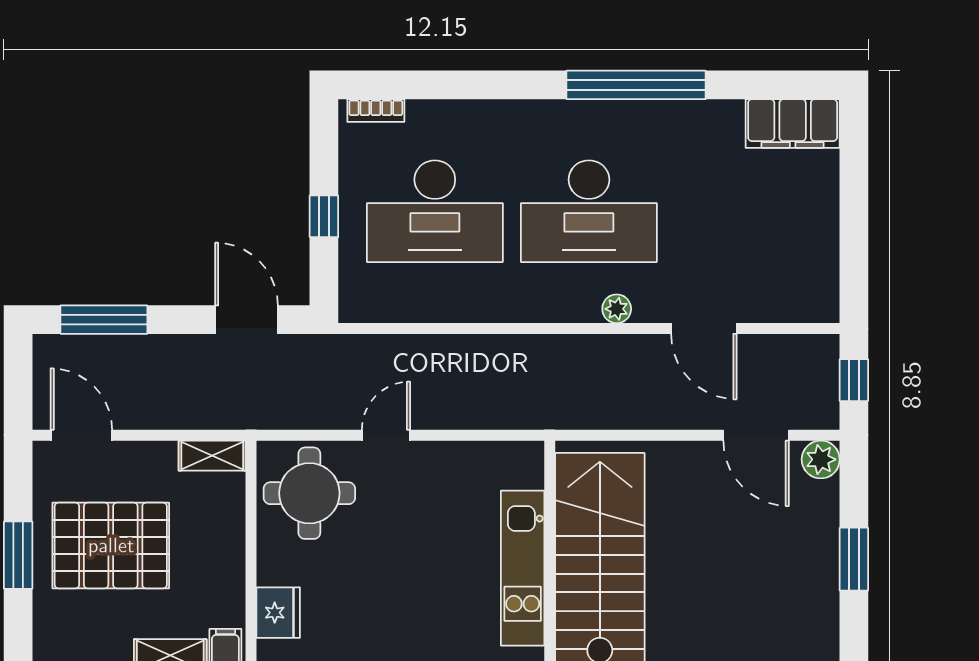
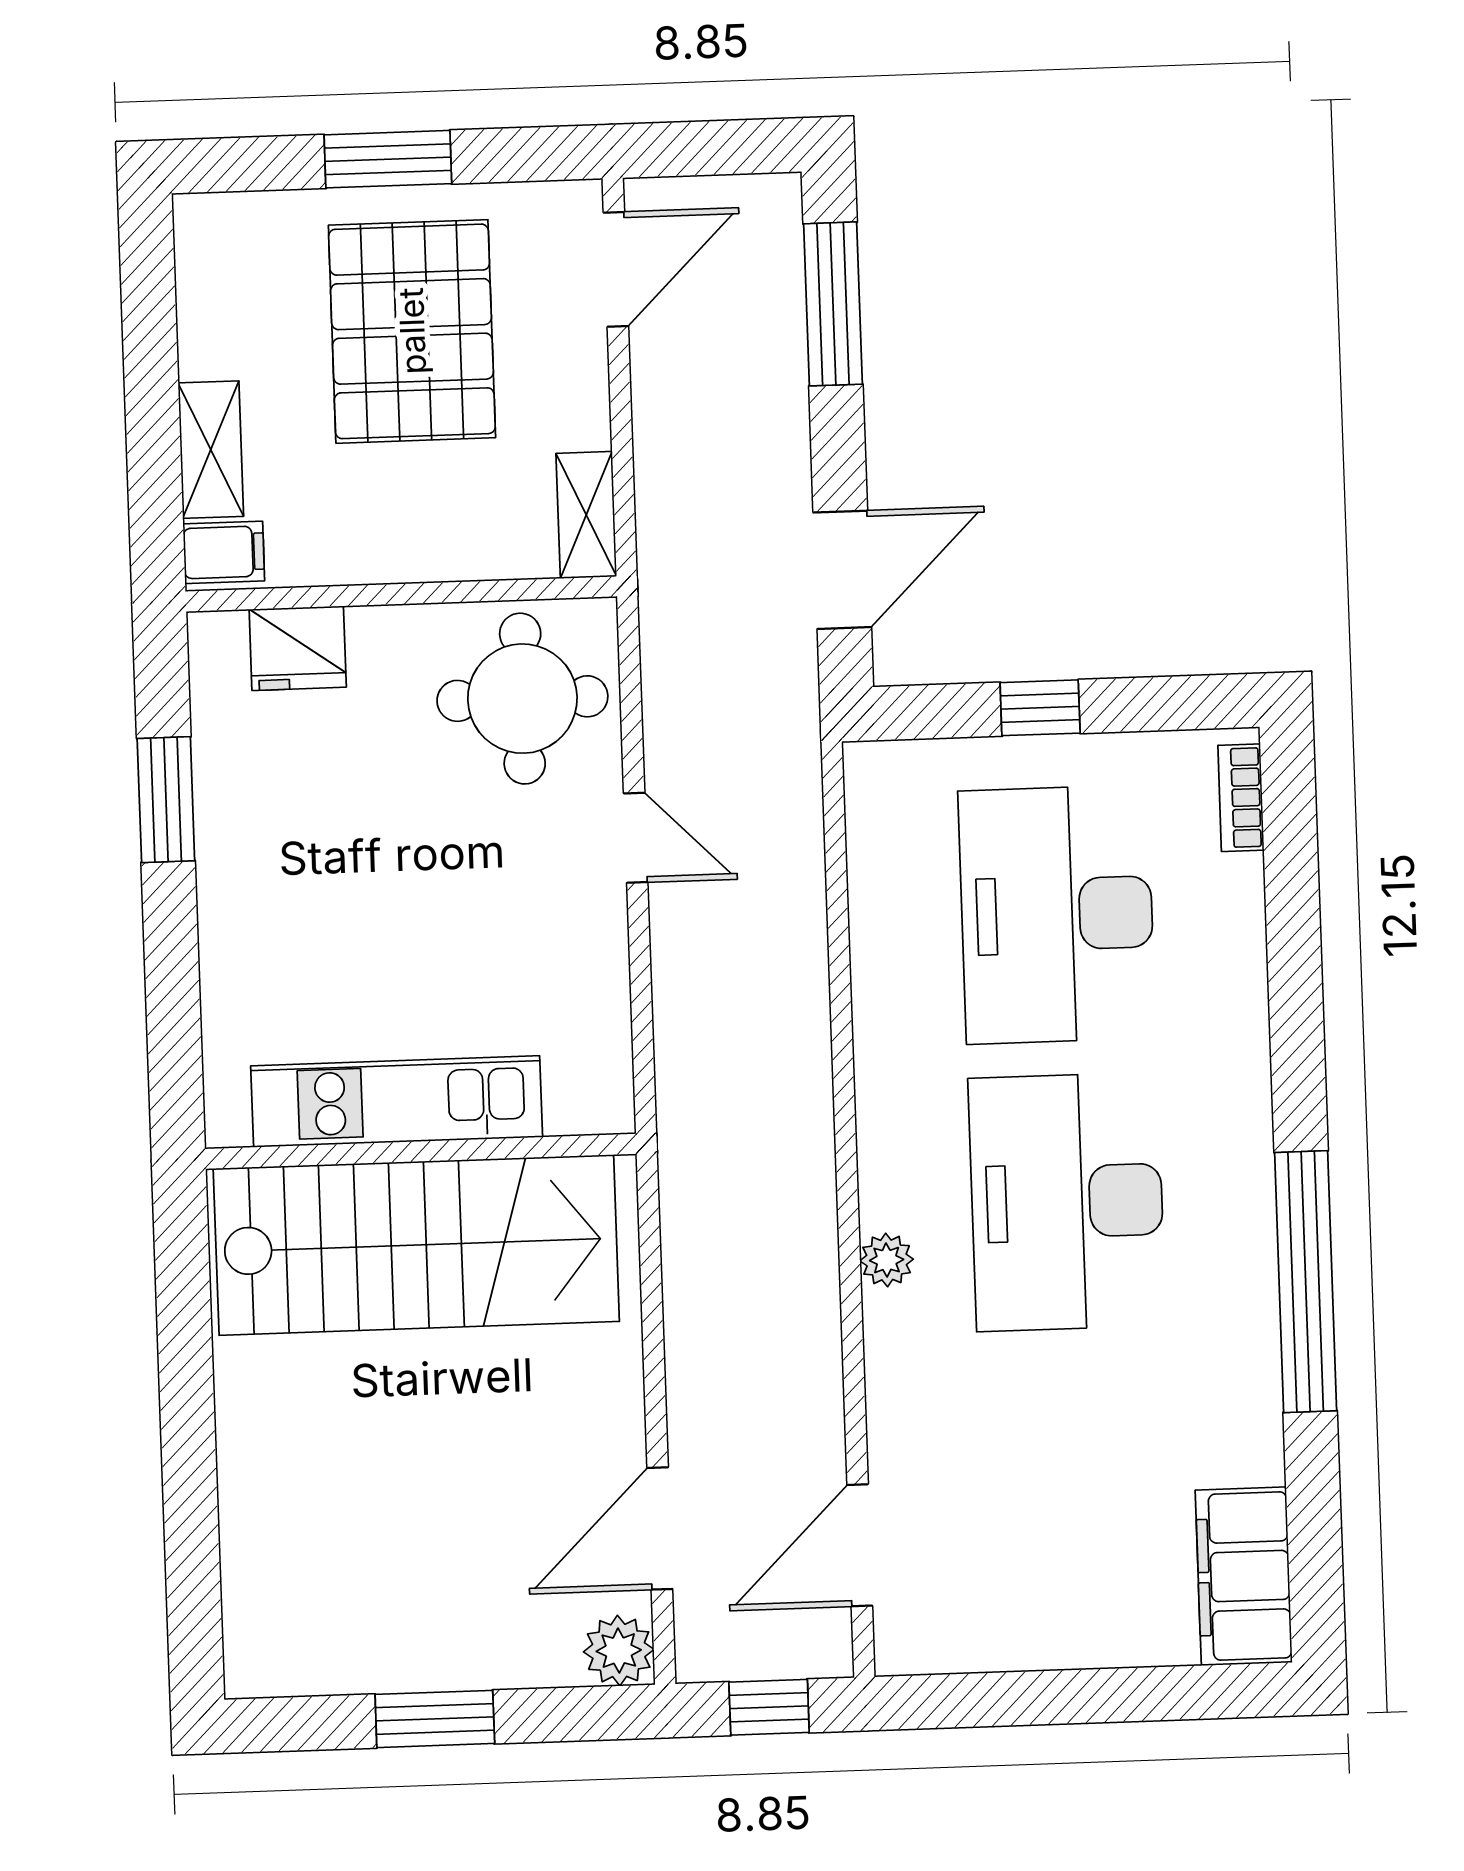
door: (704, 329) -> (860, 1545), moved

